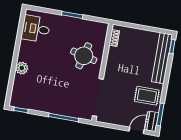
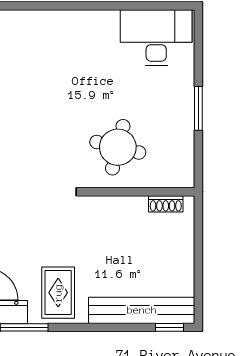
desk: (36, 29) -> (156, 38), width x1.37
plant: (22, 68) -> (70, 23), removed

